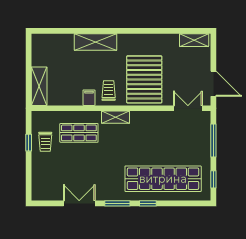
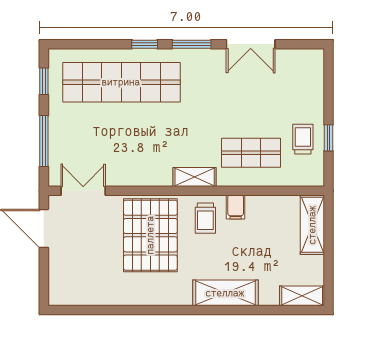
shelving: (194, 40) -> (302, 296), moved
double door: (188, 108) -> (83, 191), swing flipped

